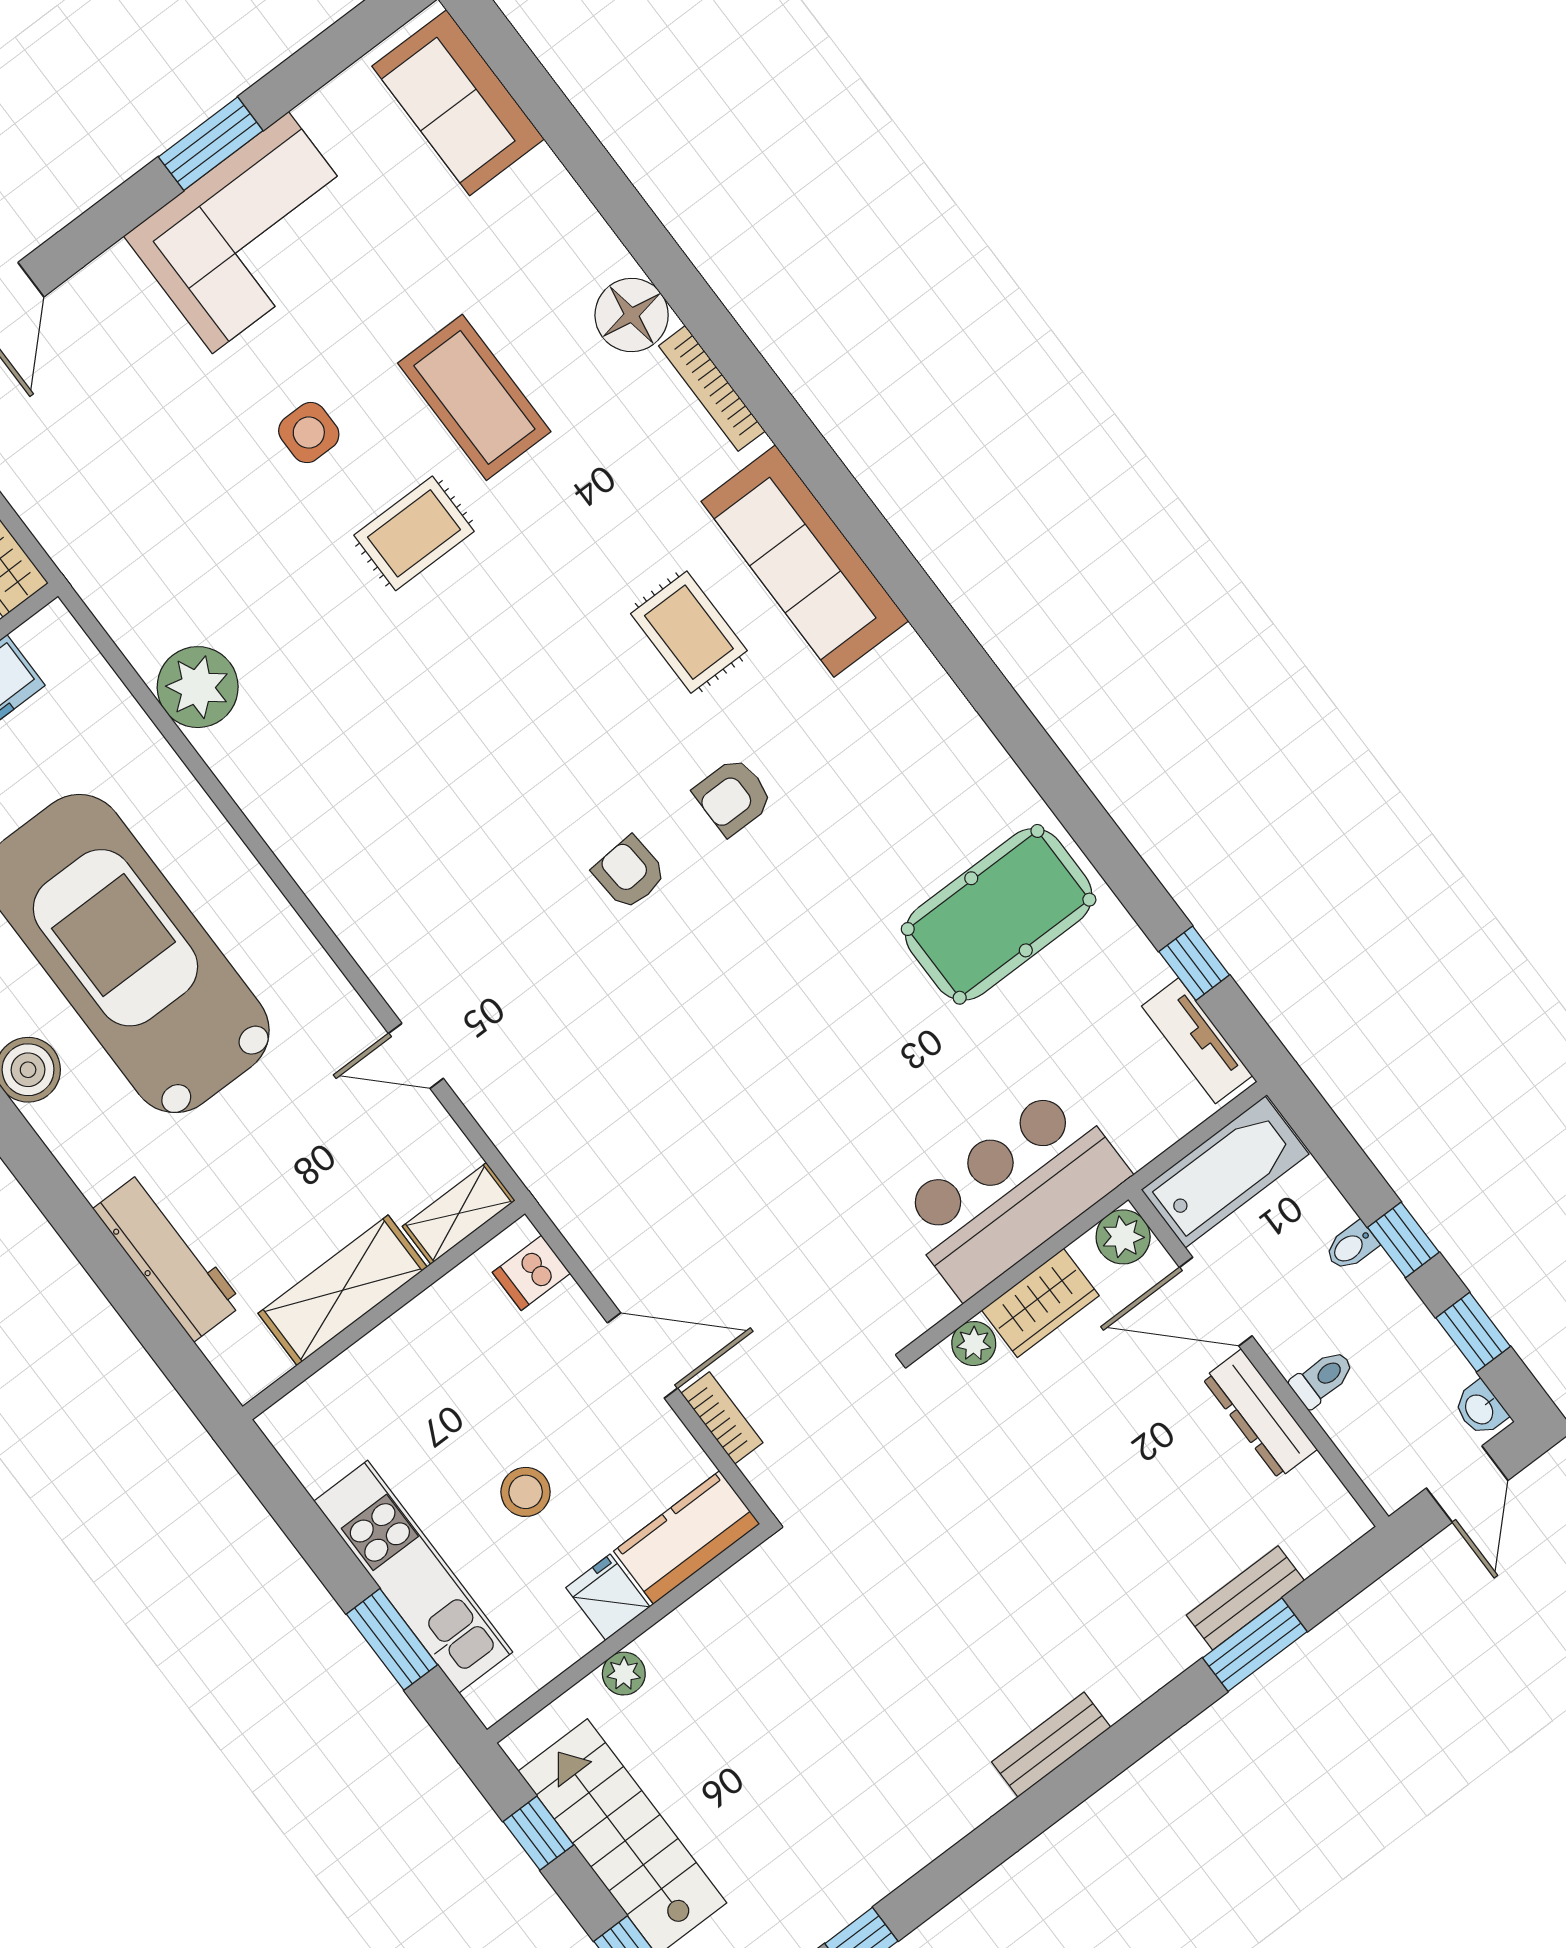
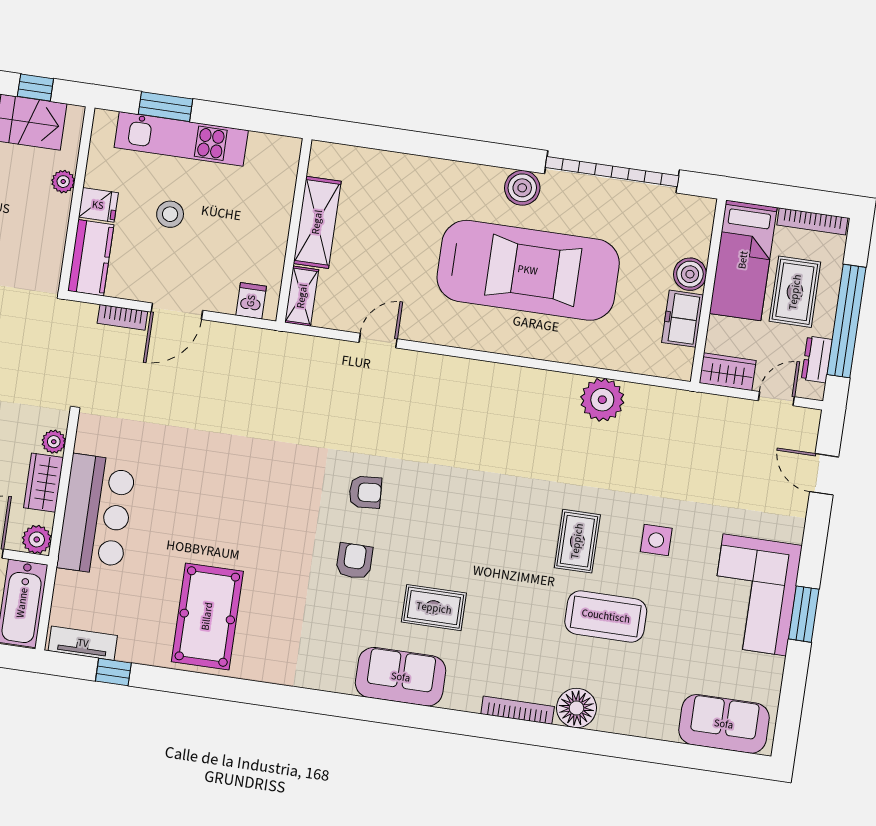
sofa: (805, 561) -> (401, 677), width x0.73
workbench: (168, 1257) -> (397, 169), removed

